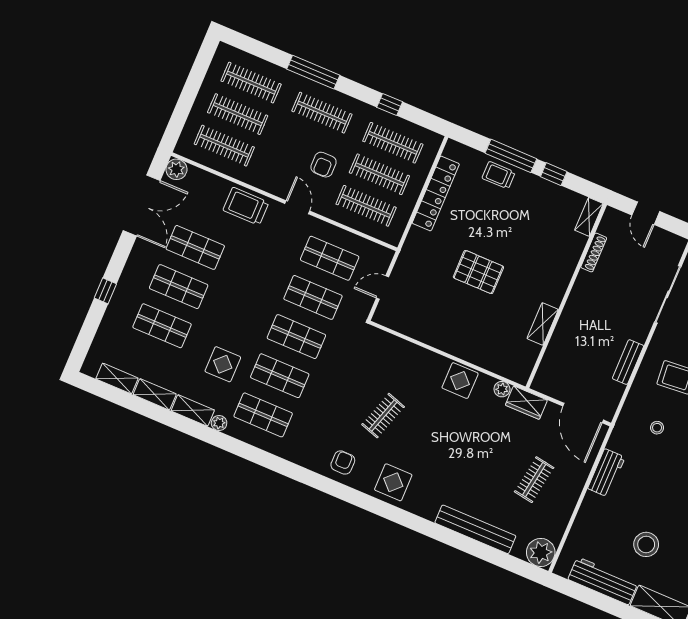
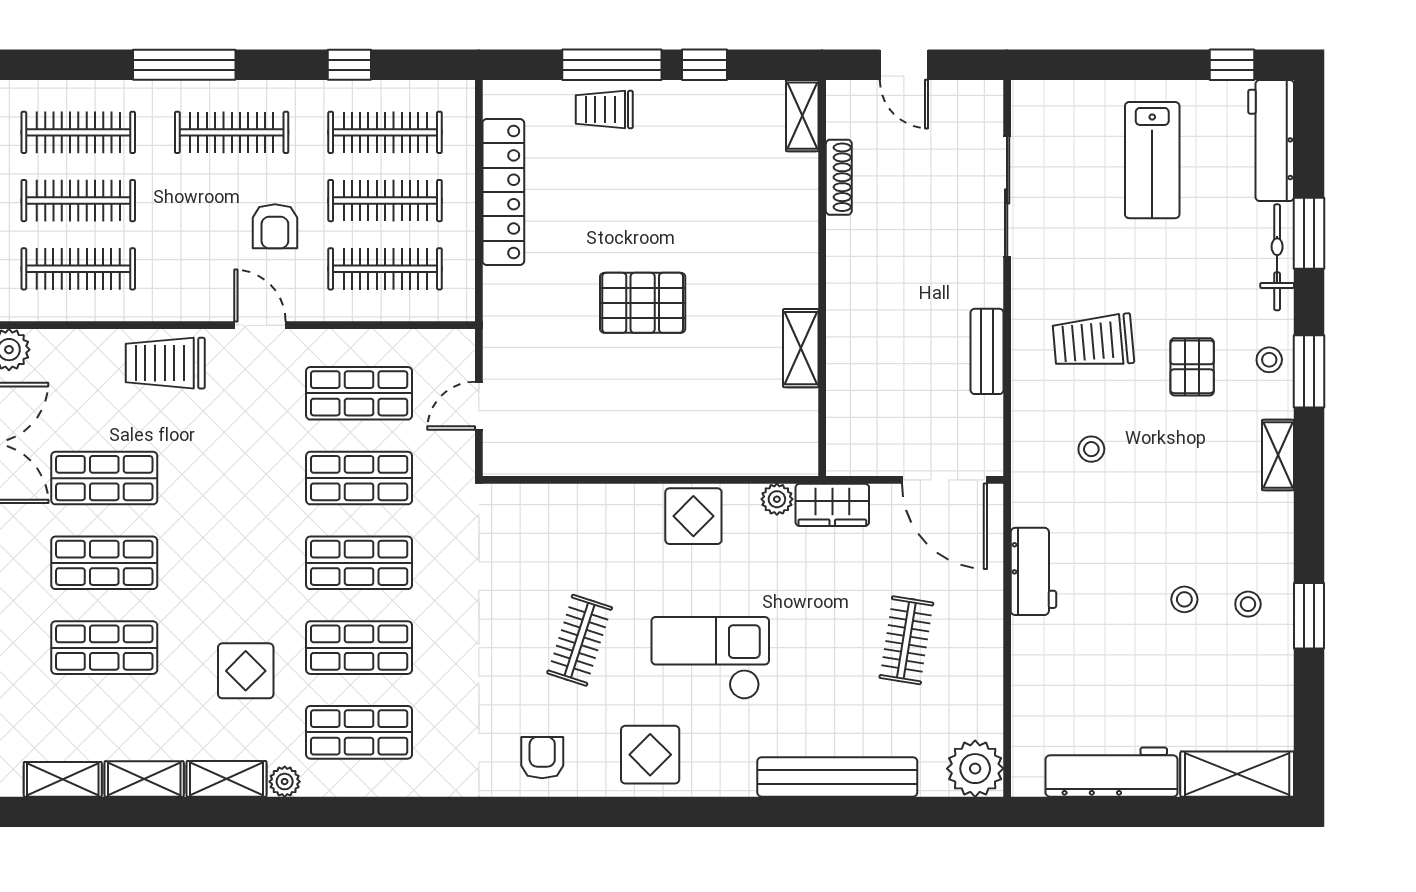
checkout: (440, 449) -> (710, 658), added
stool: (646, 544) -> (1184, 599), moved, width x0.53, depth x0.53

